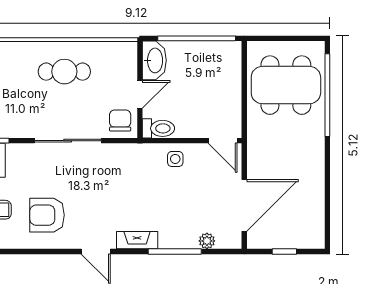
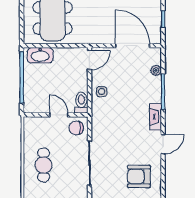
washbasin: (154, 60) -> (40, 55), moved, turned 180
armchair: (47, 215) -> (139, 176), turned 90

